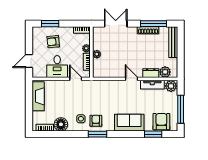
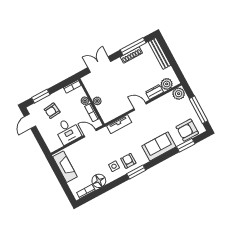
door: (29, 61) -> (30, 121), moved
tv unit: (152, 85) -> (119, 124), moved
armchair: (161, 122) -> (187, 130), turned -90

